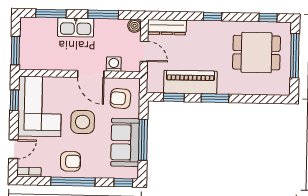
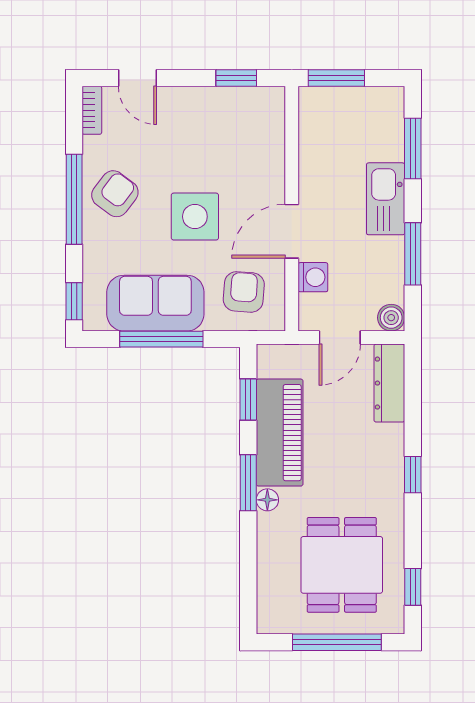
floor lamp: (224, 89) -> (267, 500), added
corner sofa: (40, 106) -> (225, 129), removed
armchair: (71, 161) -> (115, 194), turned -143

